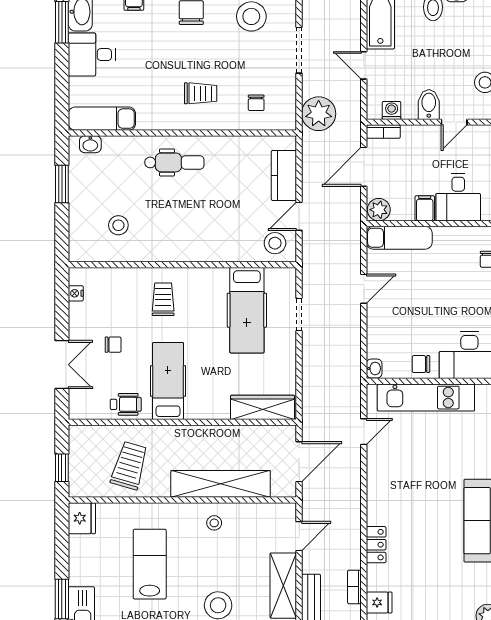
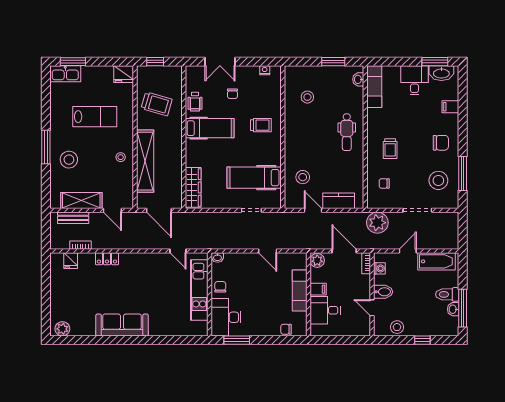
exam couch: (399, 238) -> (300, 290), moved
stool: (275, 243) -> (303, 177), moved

